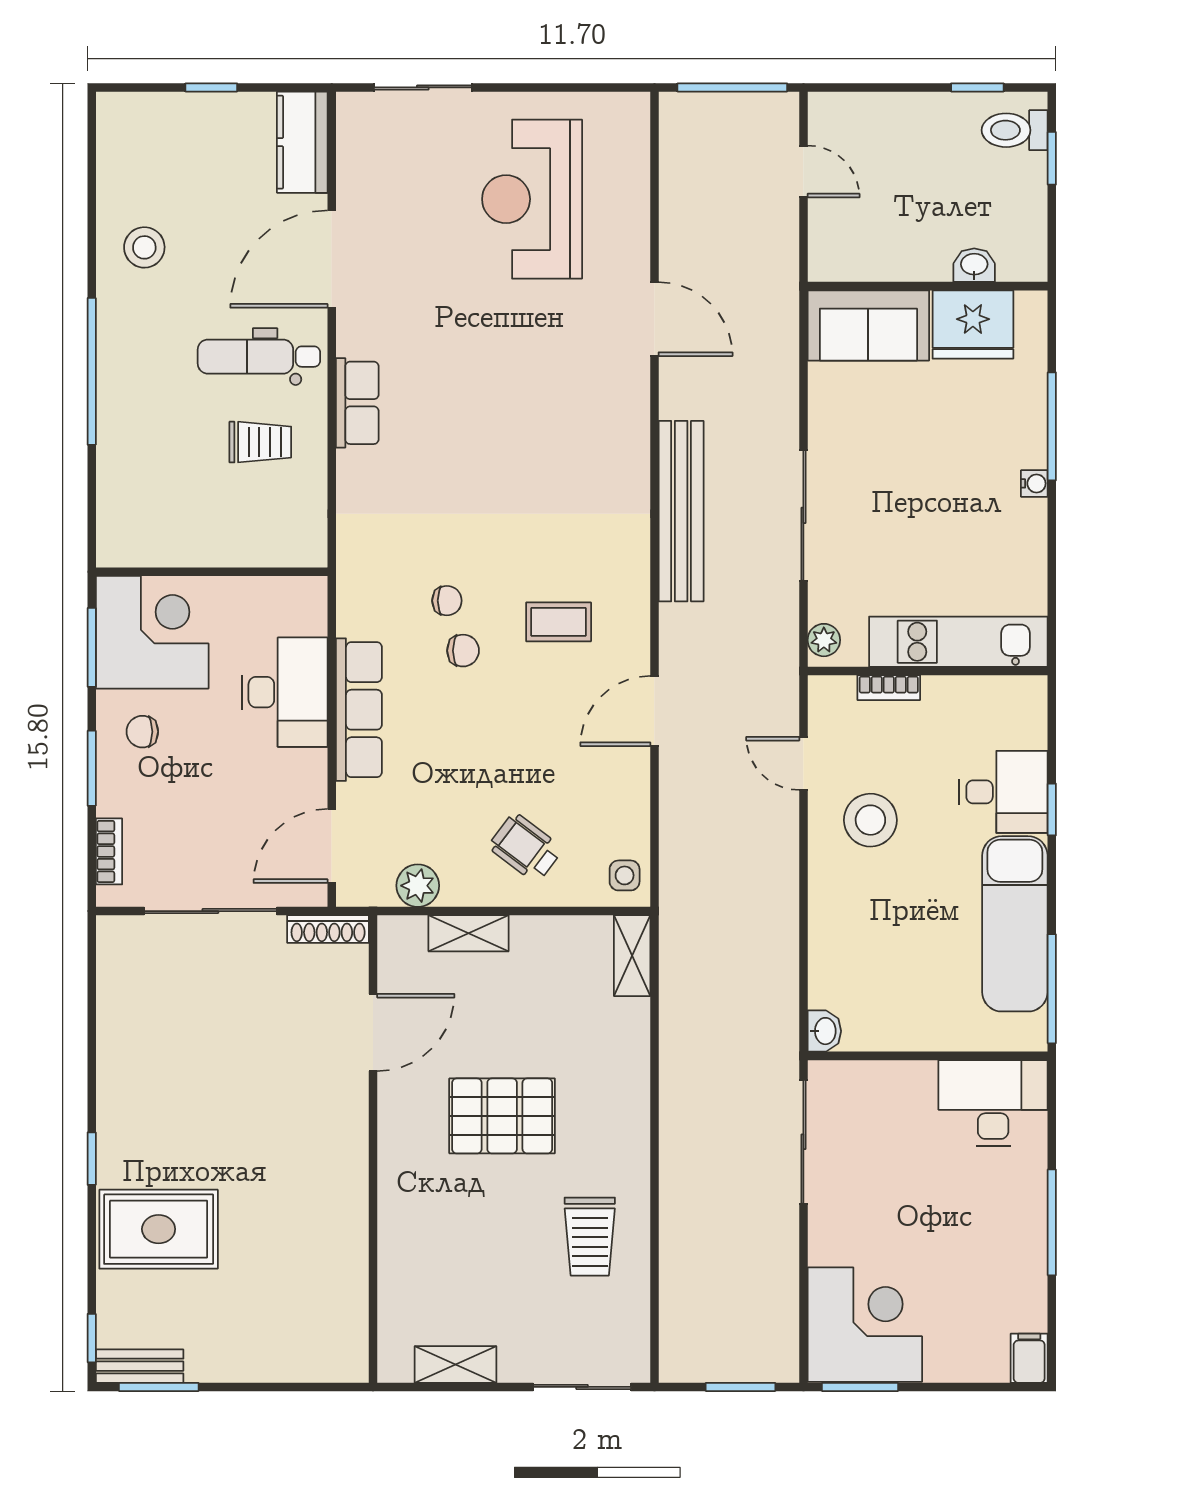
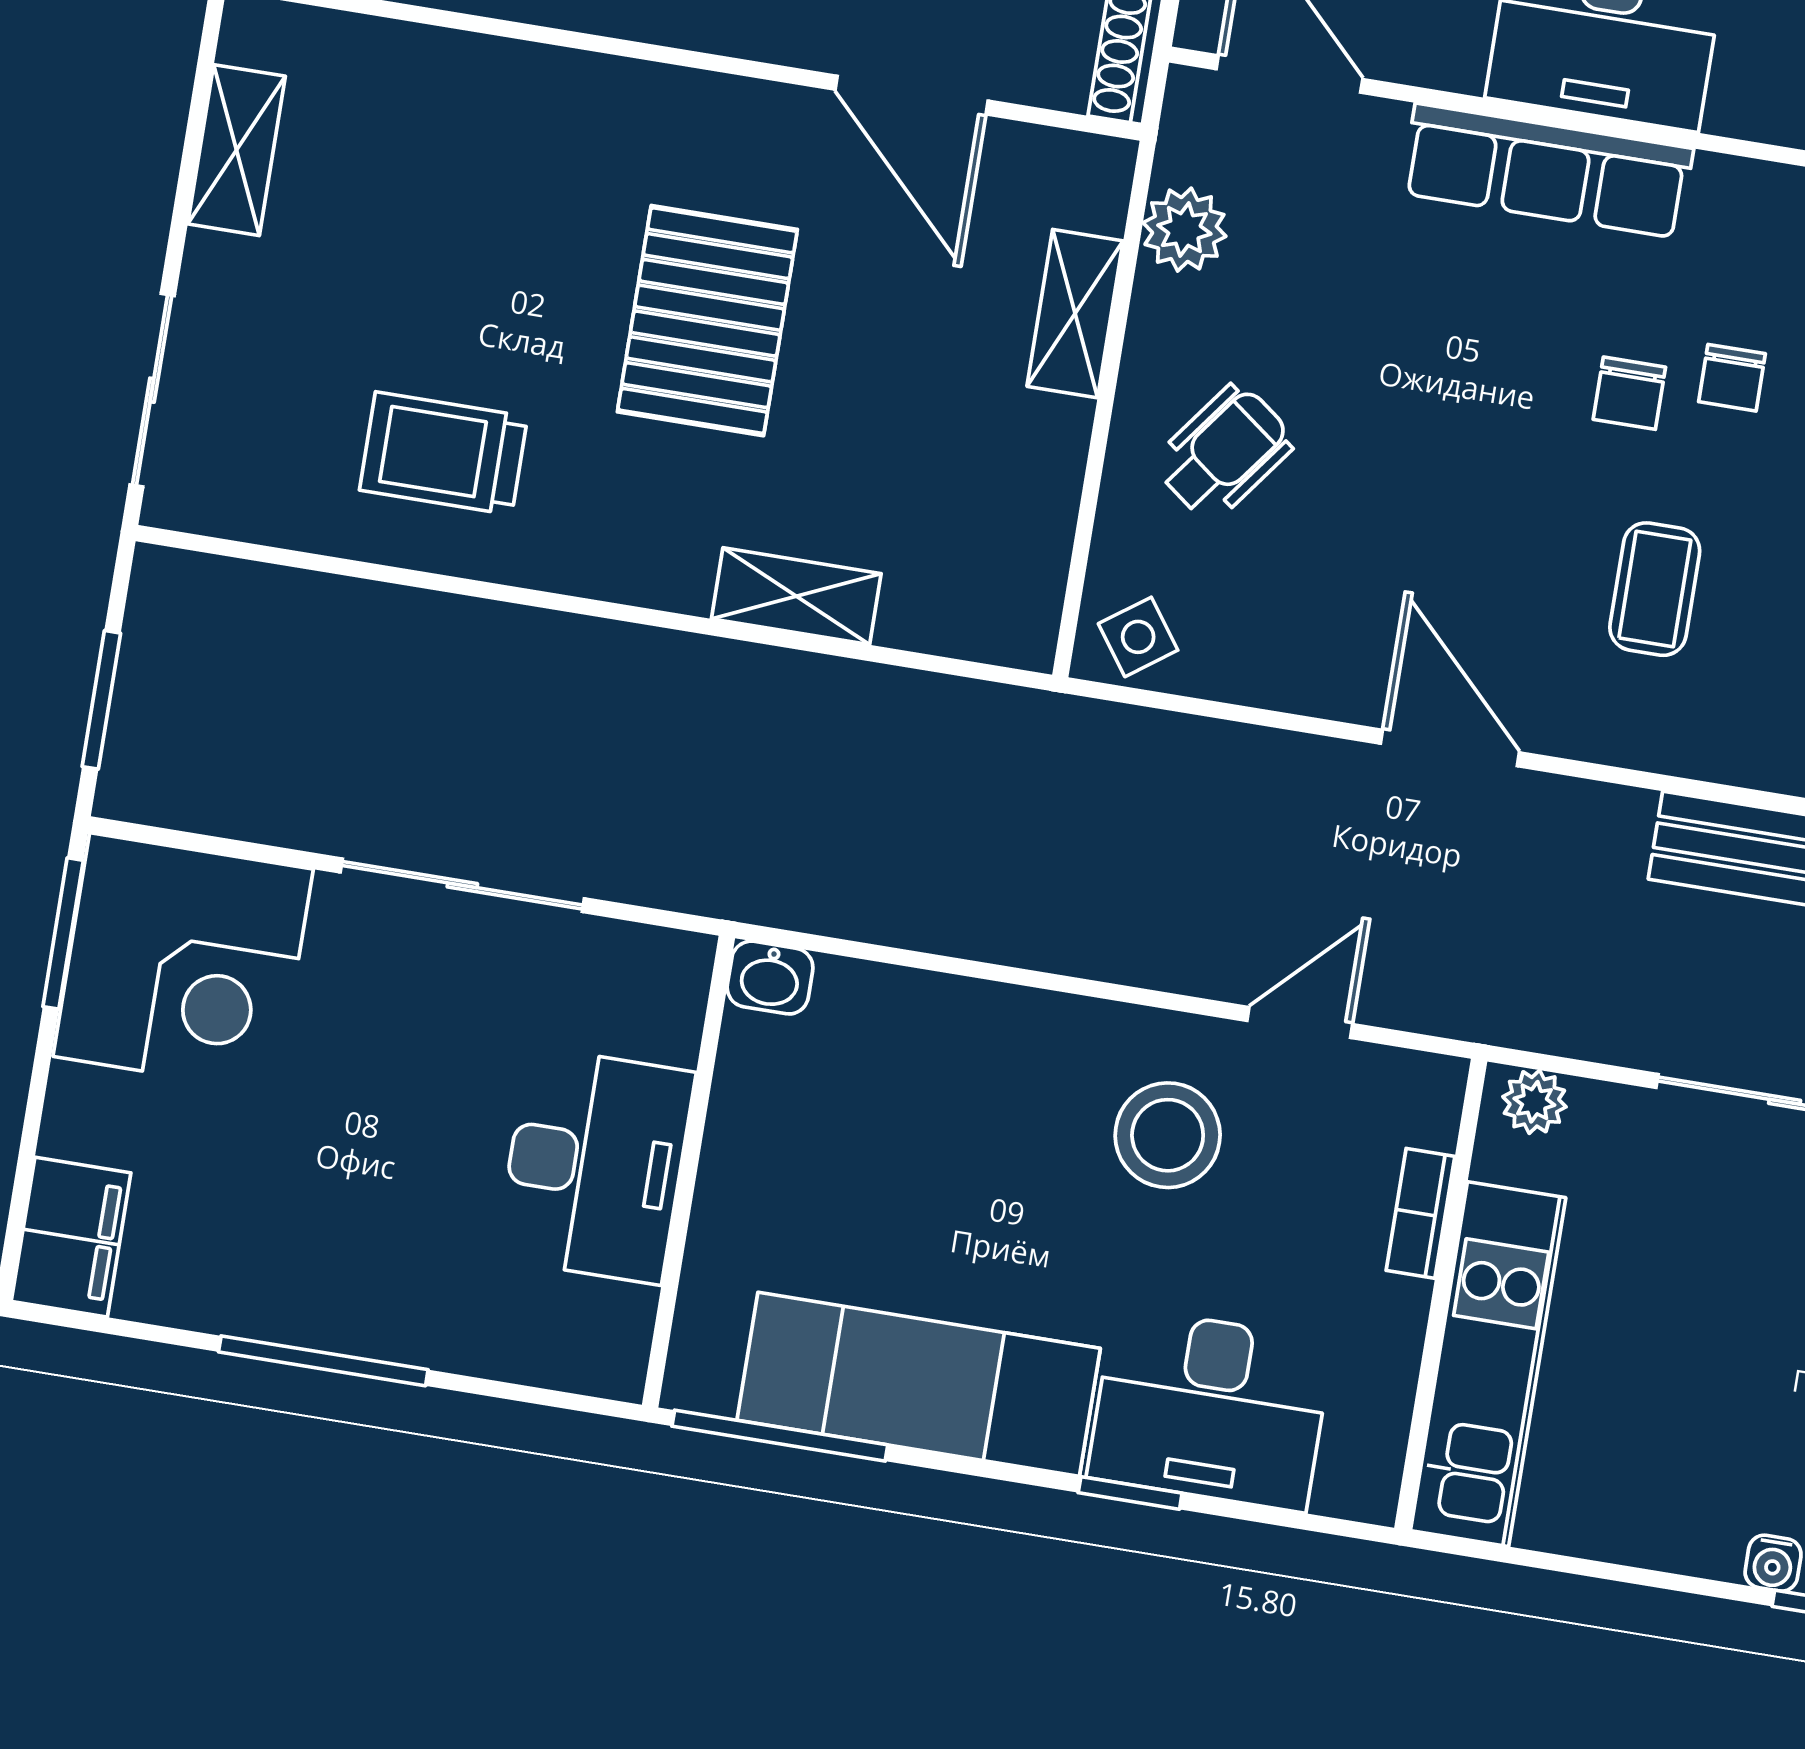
desk: (1003, 792) -> (1210, 1409), width x1.37
side table: (625, 875) -> (1138, 637), turned -36
shelving: (632, 956) -> (796, 596), moved
desk: (993, 1103) -> (595, 1165), moved
sliding door: (803, 1142) -> (462, 885), moved
filing cabinet: (1029, 1358) -> (71, 1237), width x2.00

